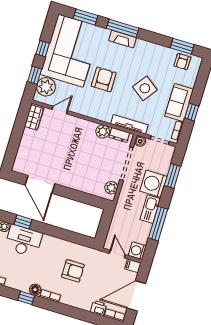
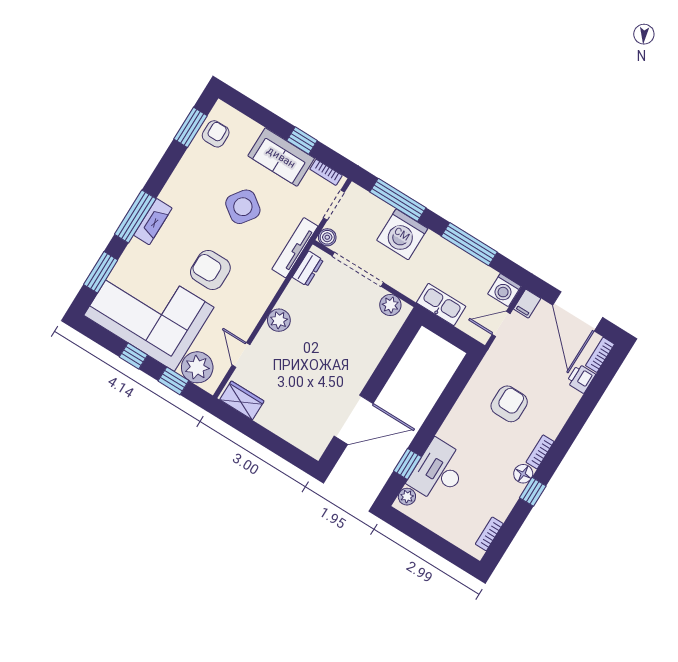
armchair: (182, 62) -> (216, 134), turned -90
plant: (103, 132) -> (279, 320), moved
window: (172, 176) -> (398, 200), width x1.44
kitchen sink: (150, 209) -> (441, 304), moved, turned 180

